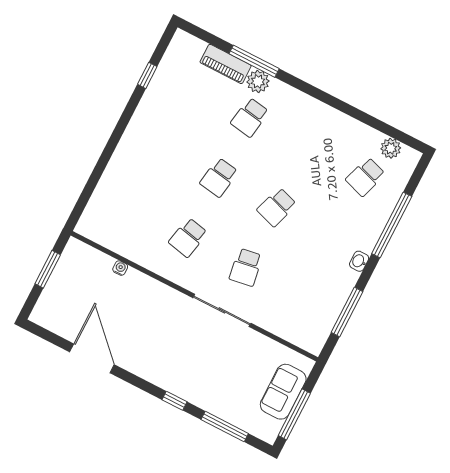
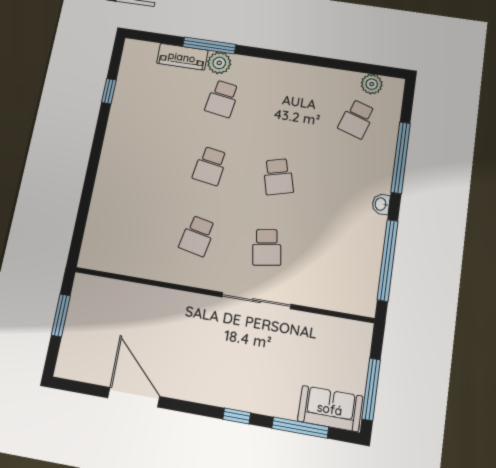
school desk: (277, 207) -> (278, 177), turned -33
water cooler: (120, 268) -> (136, 290), removed
window: (347, 312) -> (388, 260), width x1.46
sofa: (283, 392) -> (330, 409), moved, turned 90

